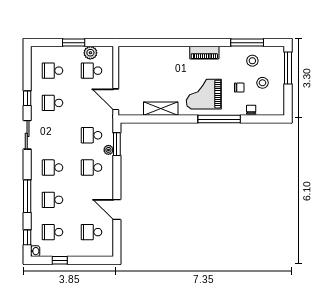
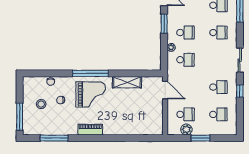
stool: (252, 61) -> (50, 123), removed
window: (219, 119) -> (90, 73), moved
window: (117, 144) -> (164, 24), moved

